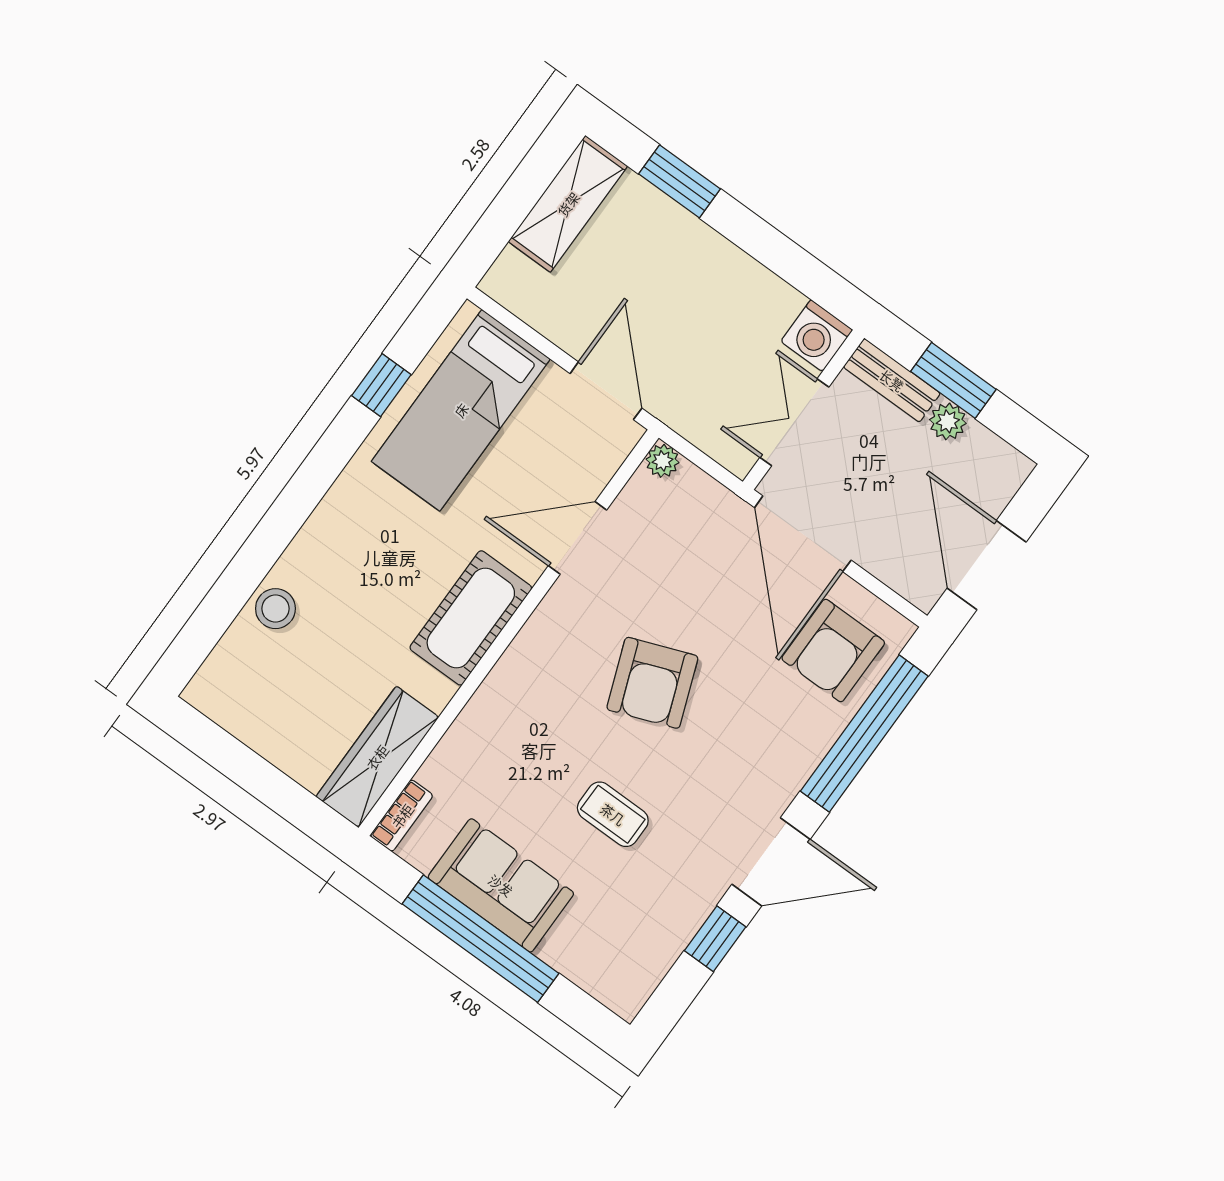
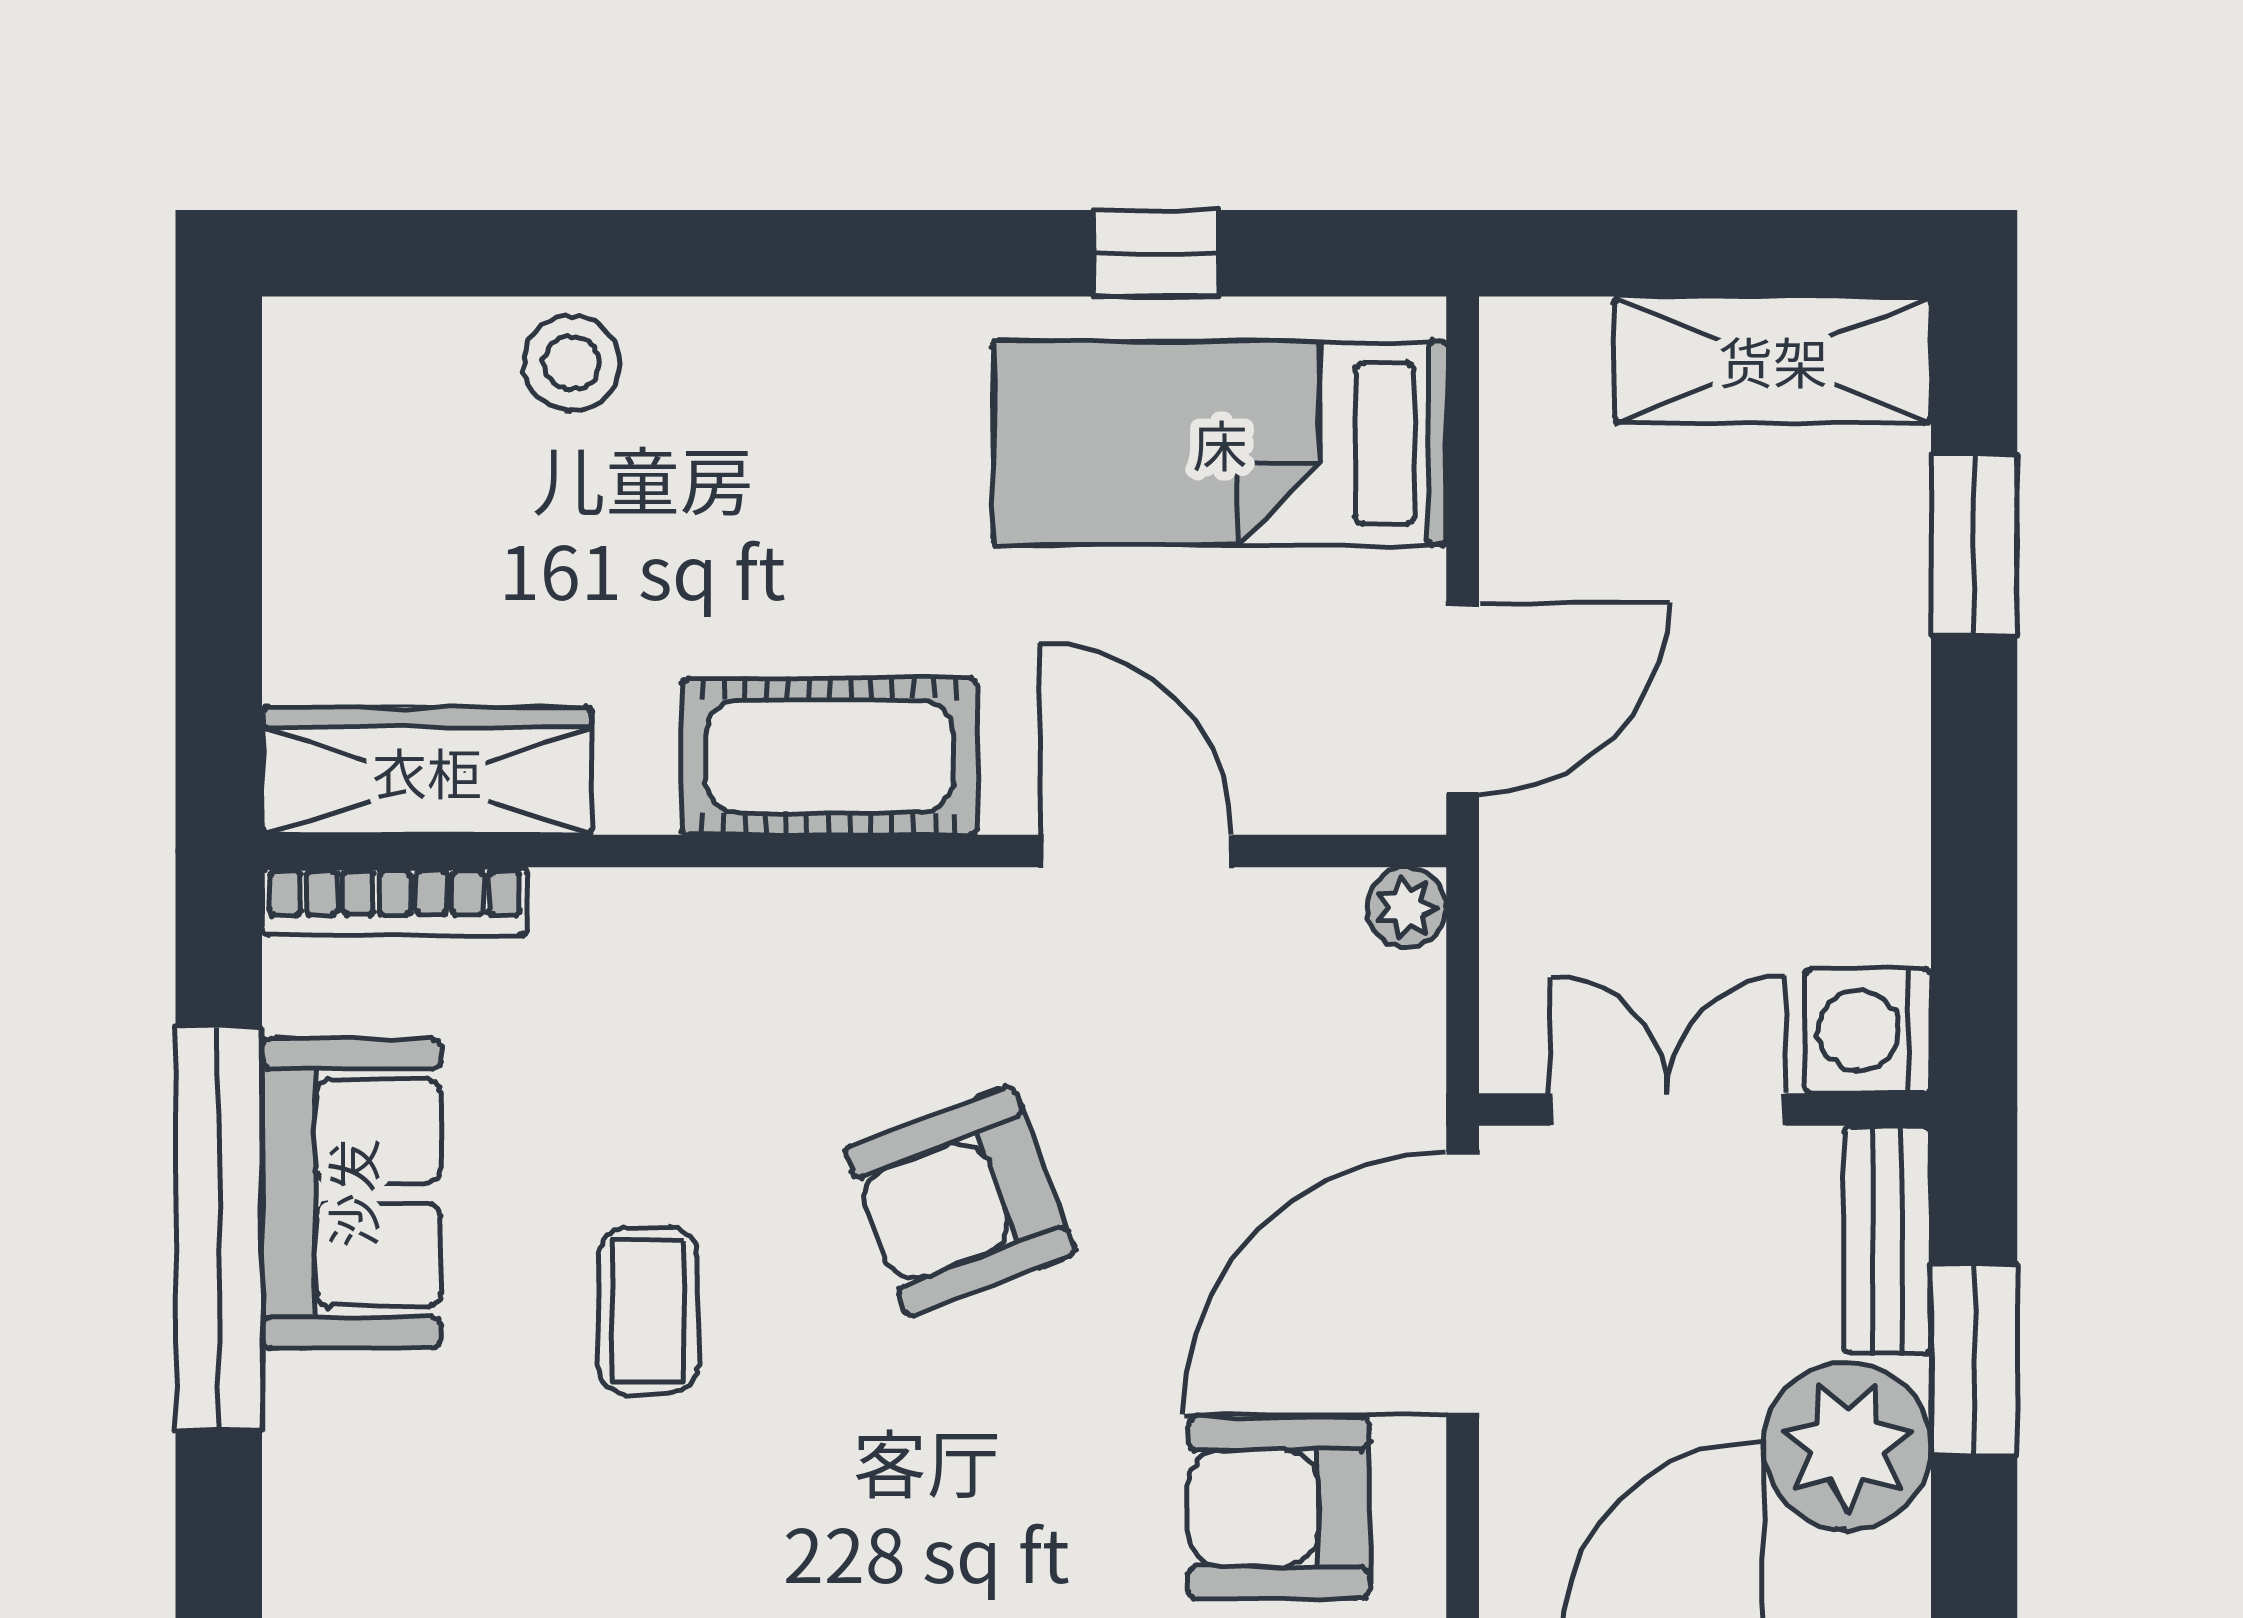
plant: (948, 421) -> (1847, 1446), width x1.88, depth x1.88
bookcase: (402, 816) -> (395, 901), width x1.56

